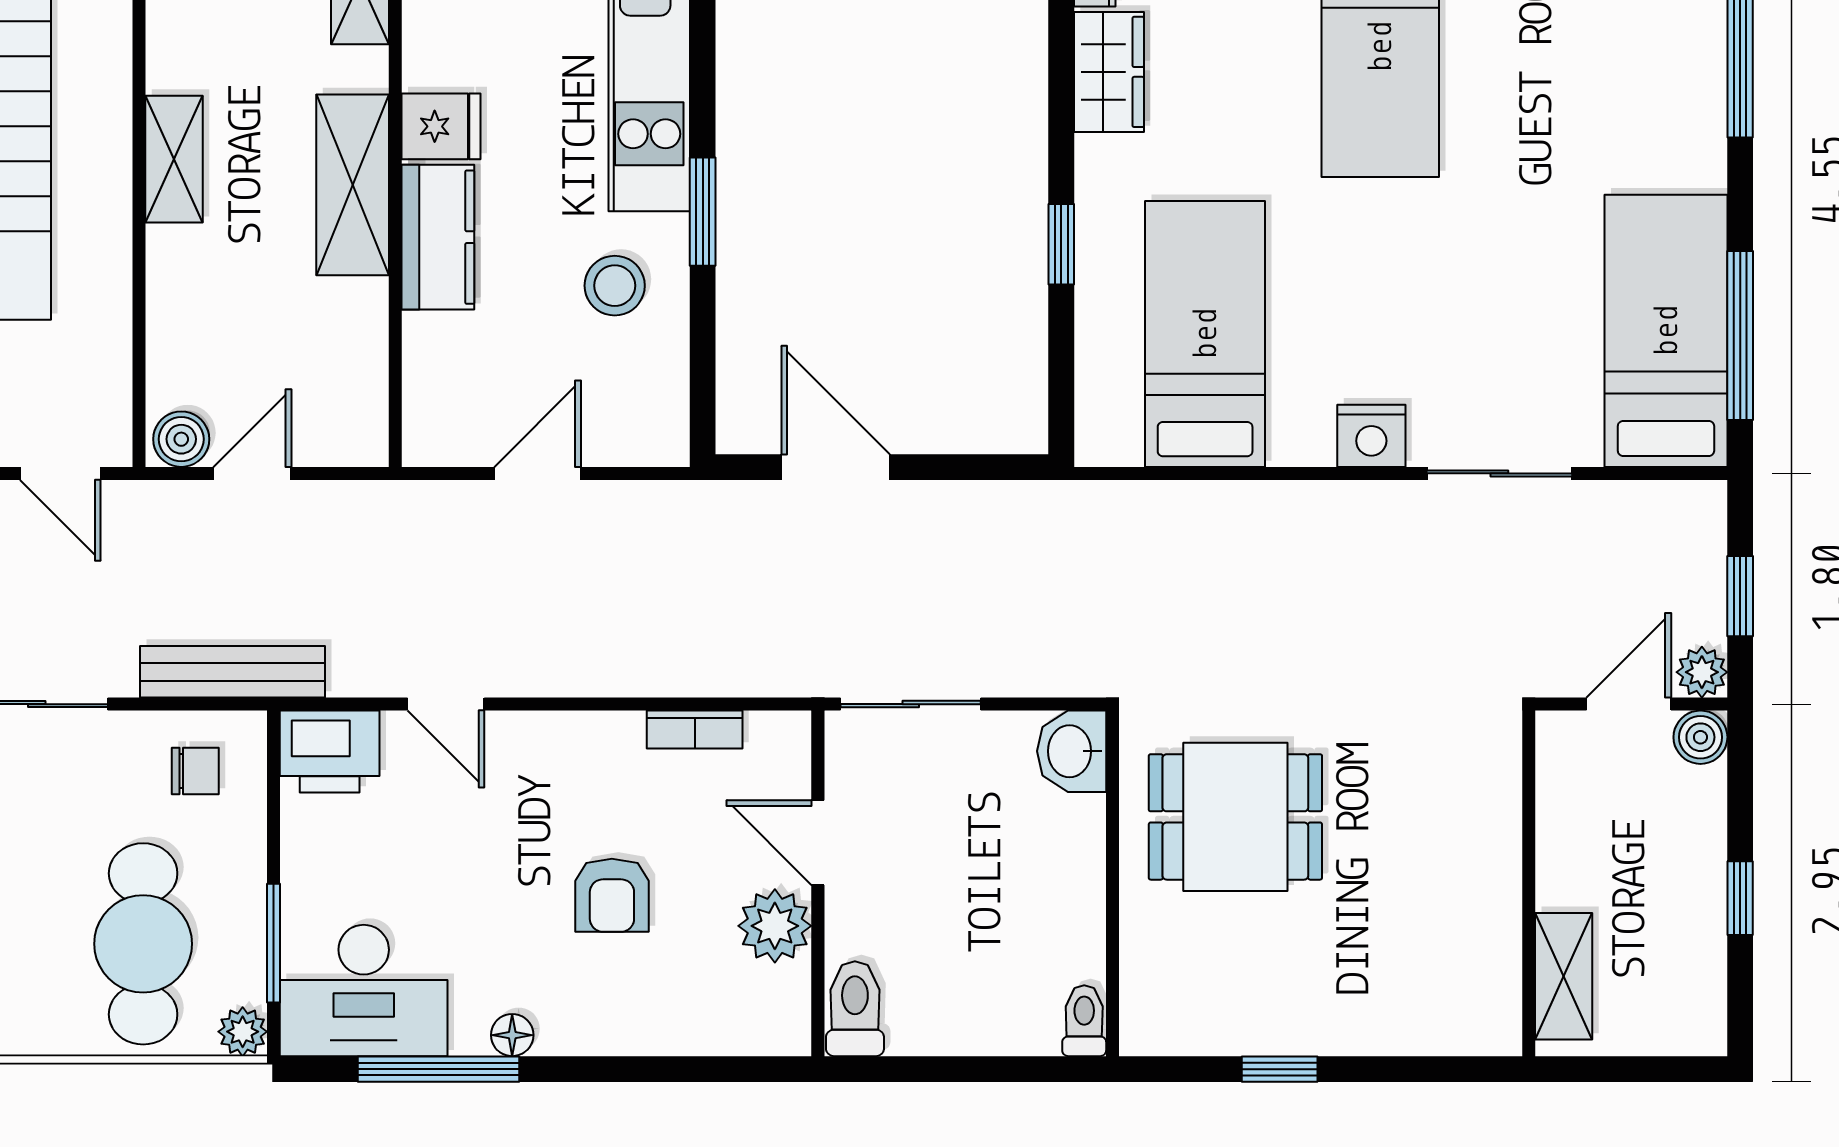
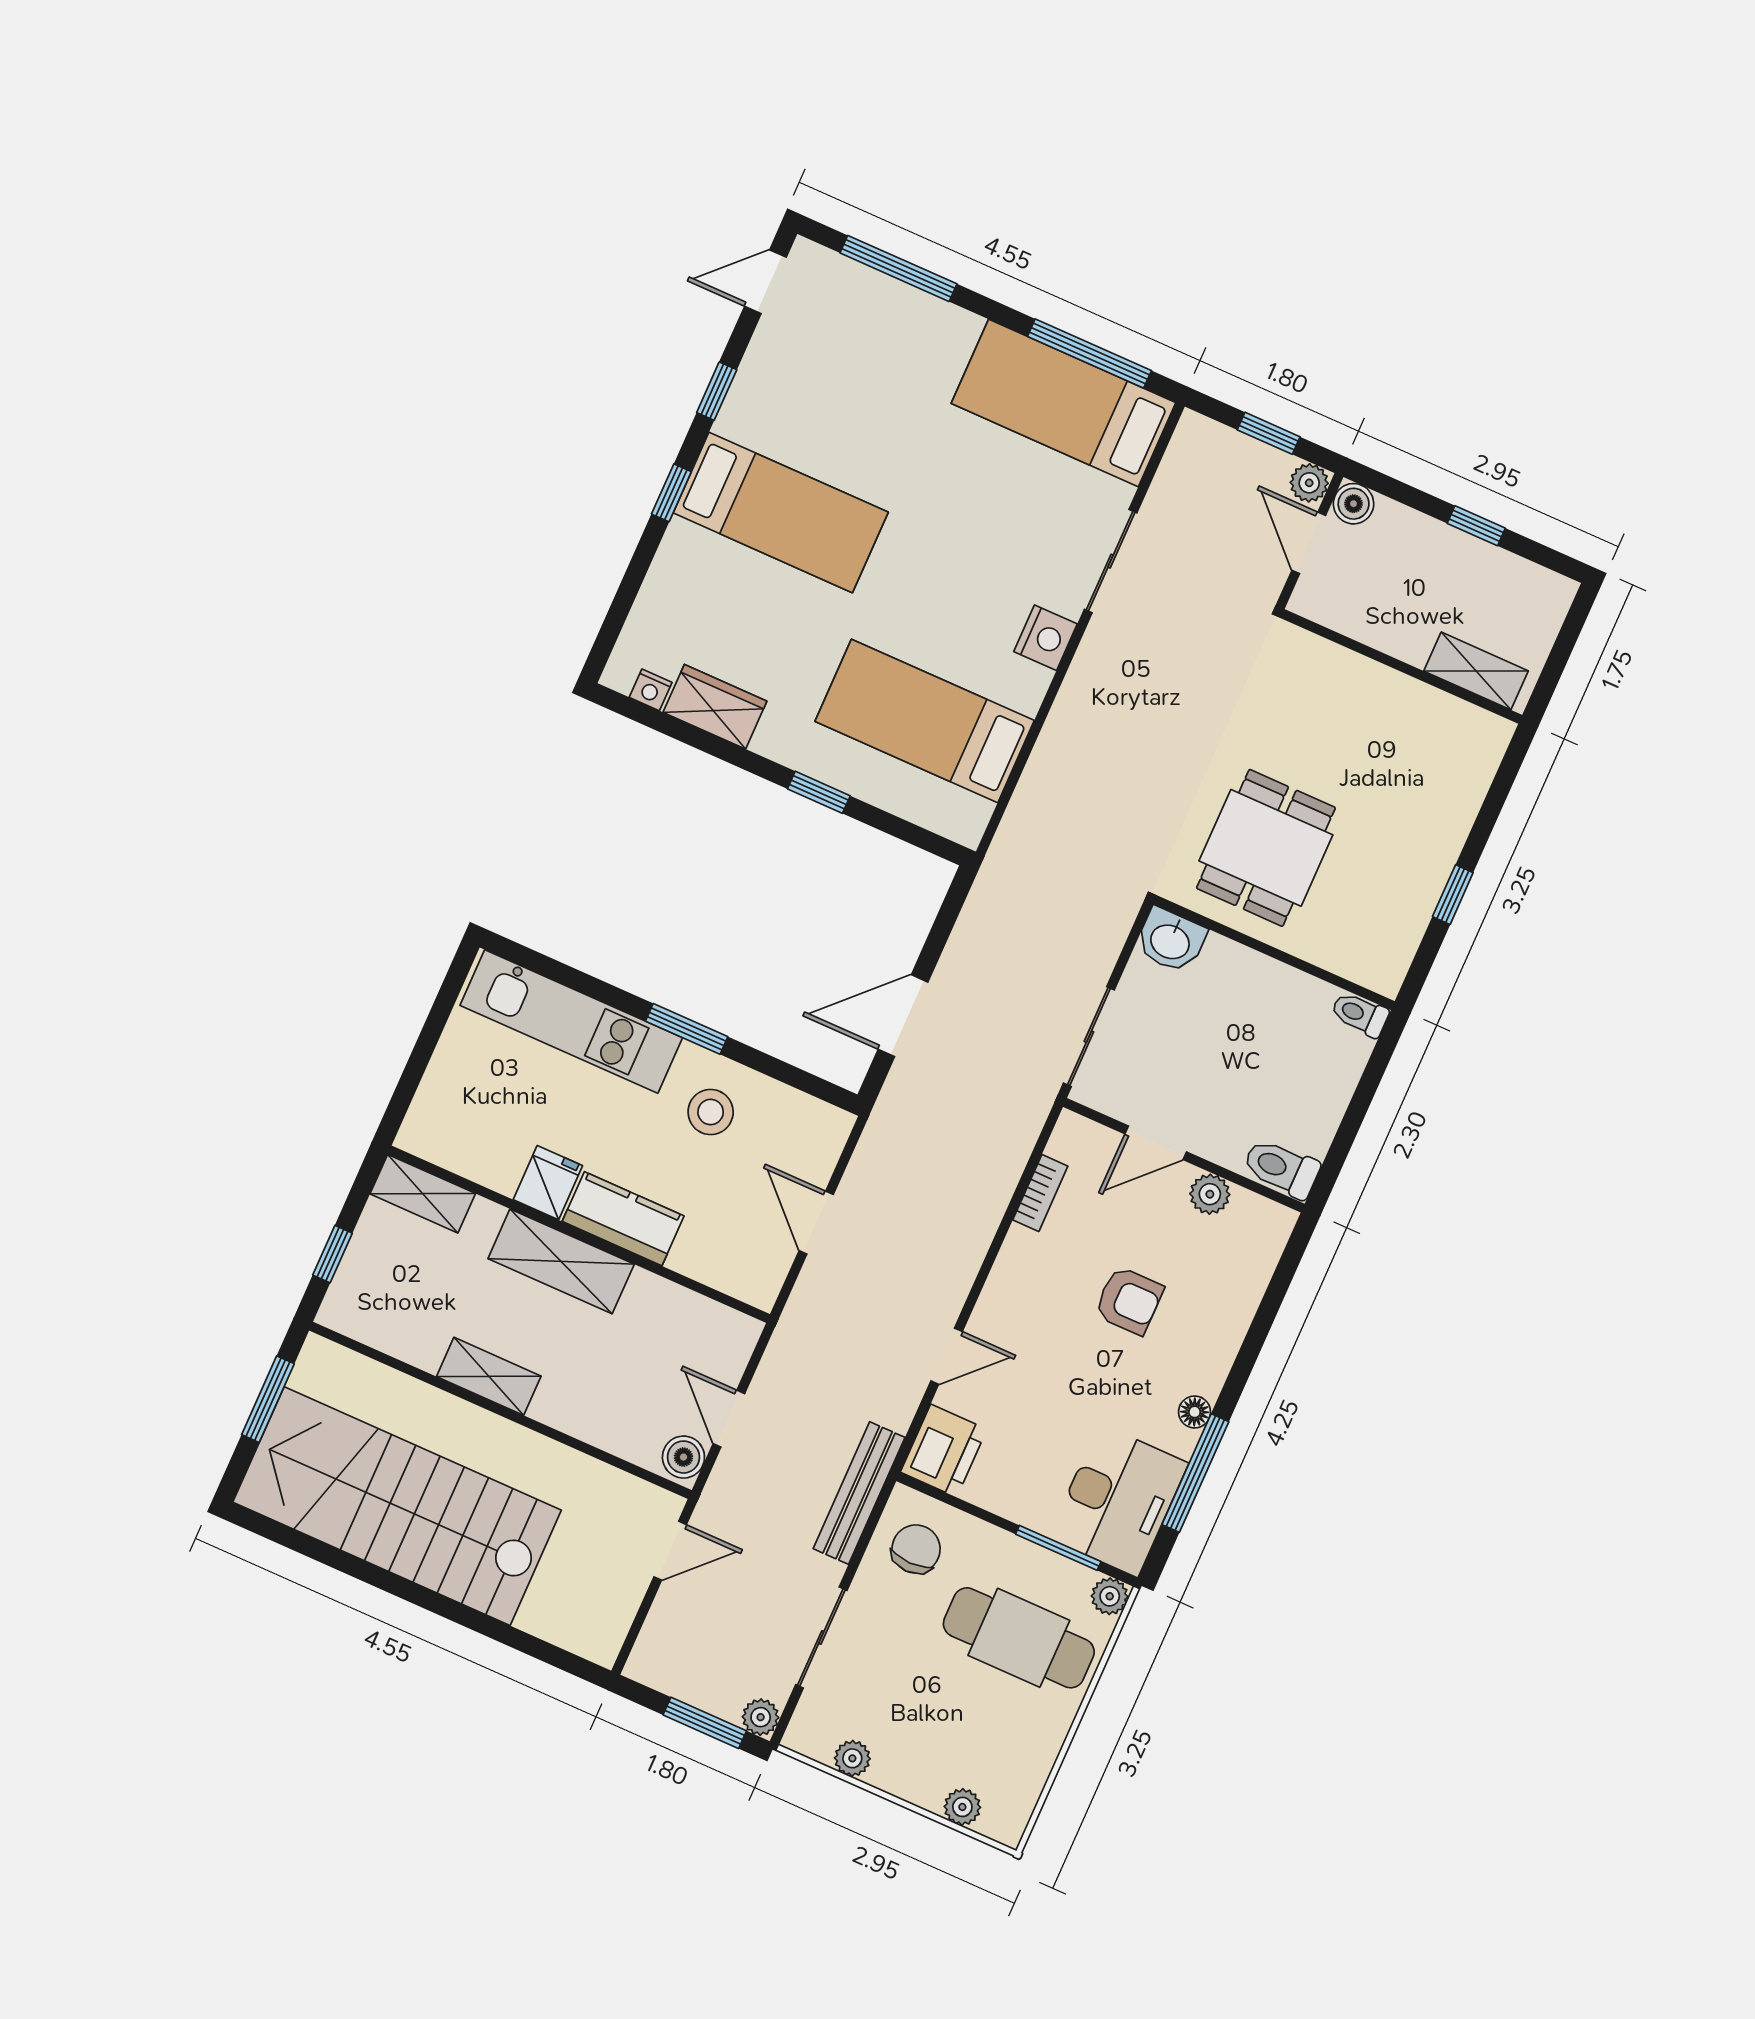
chair: (195, 771) -> (916, 1549), width x1.37, depth x1.37
plant: (775, 926) -> (1210, 1194), width x0.73, depth x0.73

